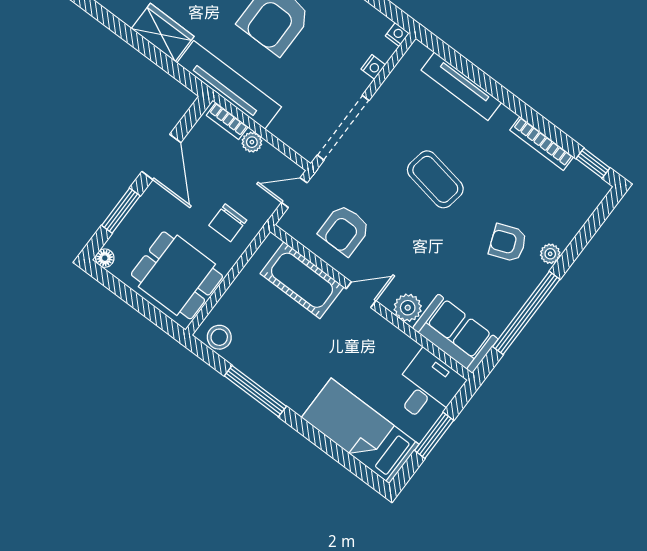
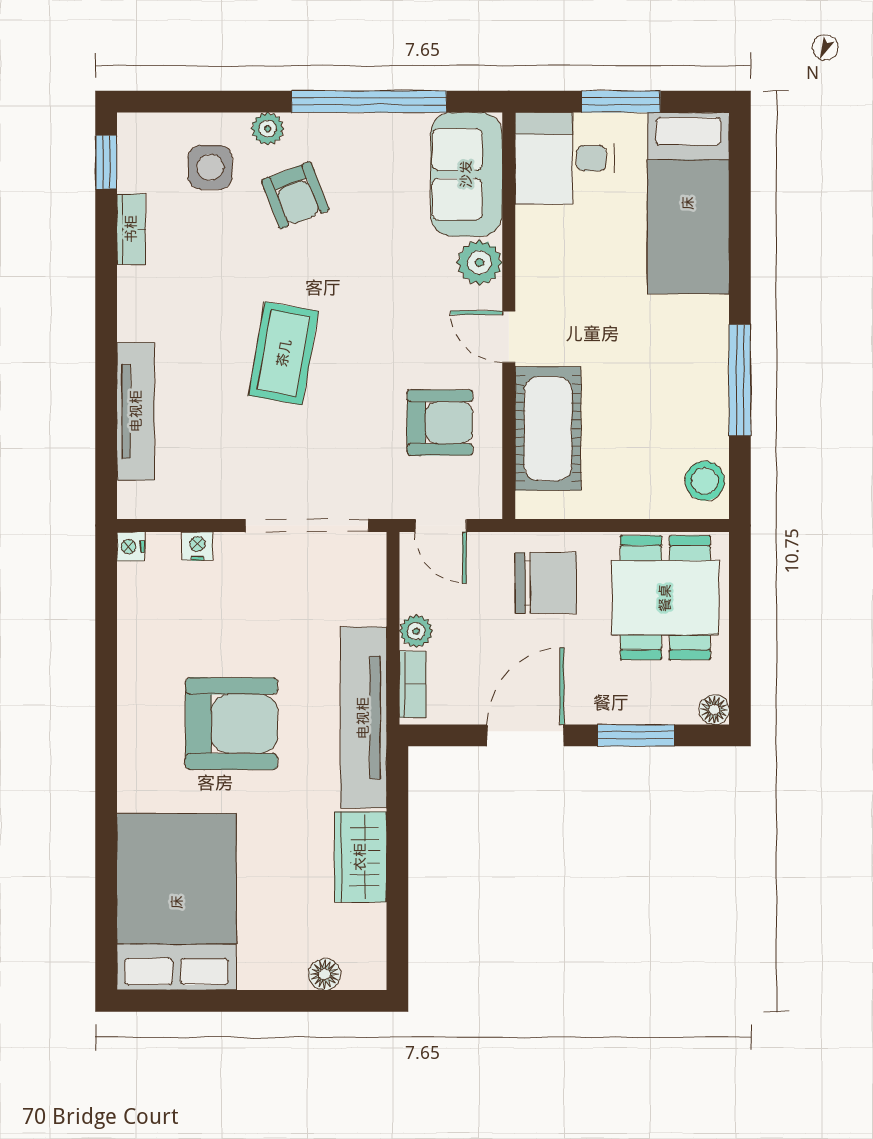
bookcase: (542, 143) -> (131, 229), width x0.64
side table: (552, 212) -> (210, 167), added
chair: (228, 223) -> (546, 583), width x1.37, depth x1.37

